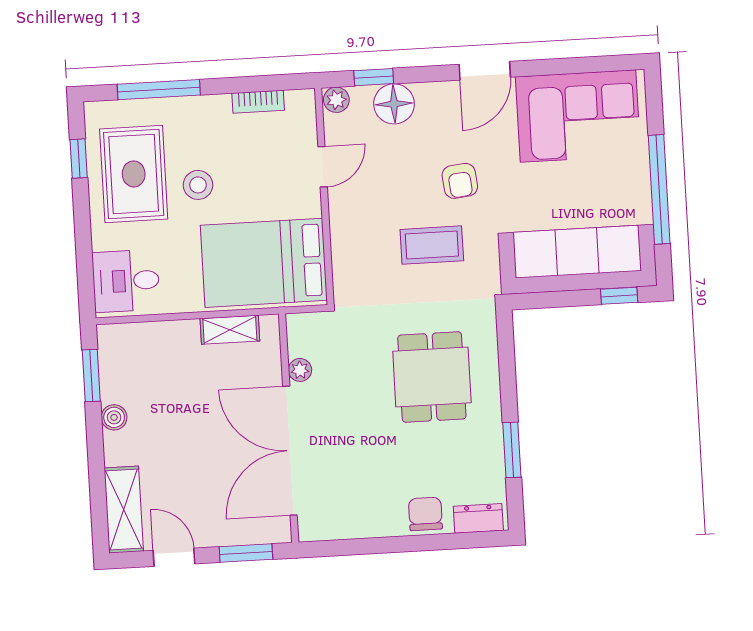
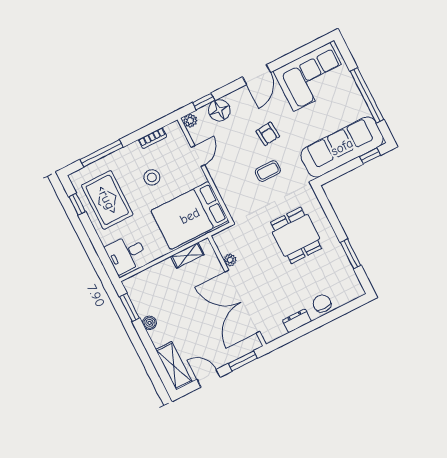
stool: (198, 185) -> (152, 177), moved
coffee table: (432, 245) -> (268, 171), width x0.73, depth x0.77
dresser: (478, 518) -> (297, 321), moved

